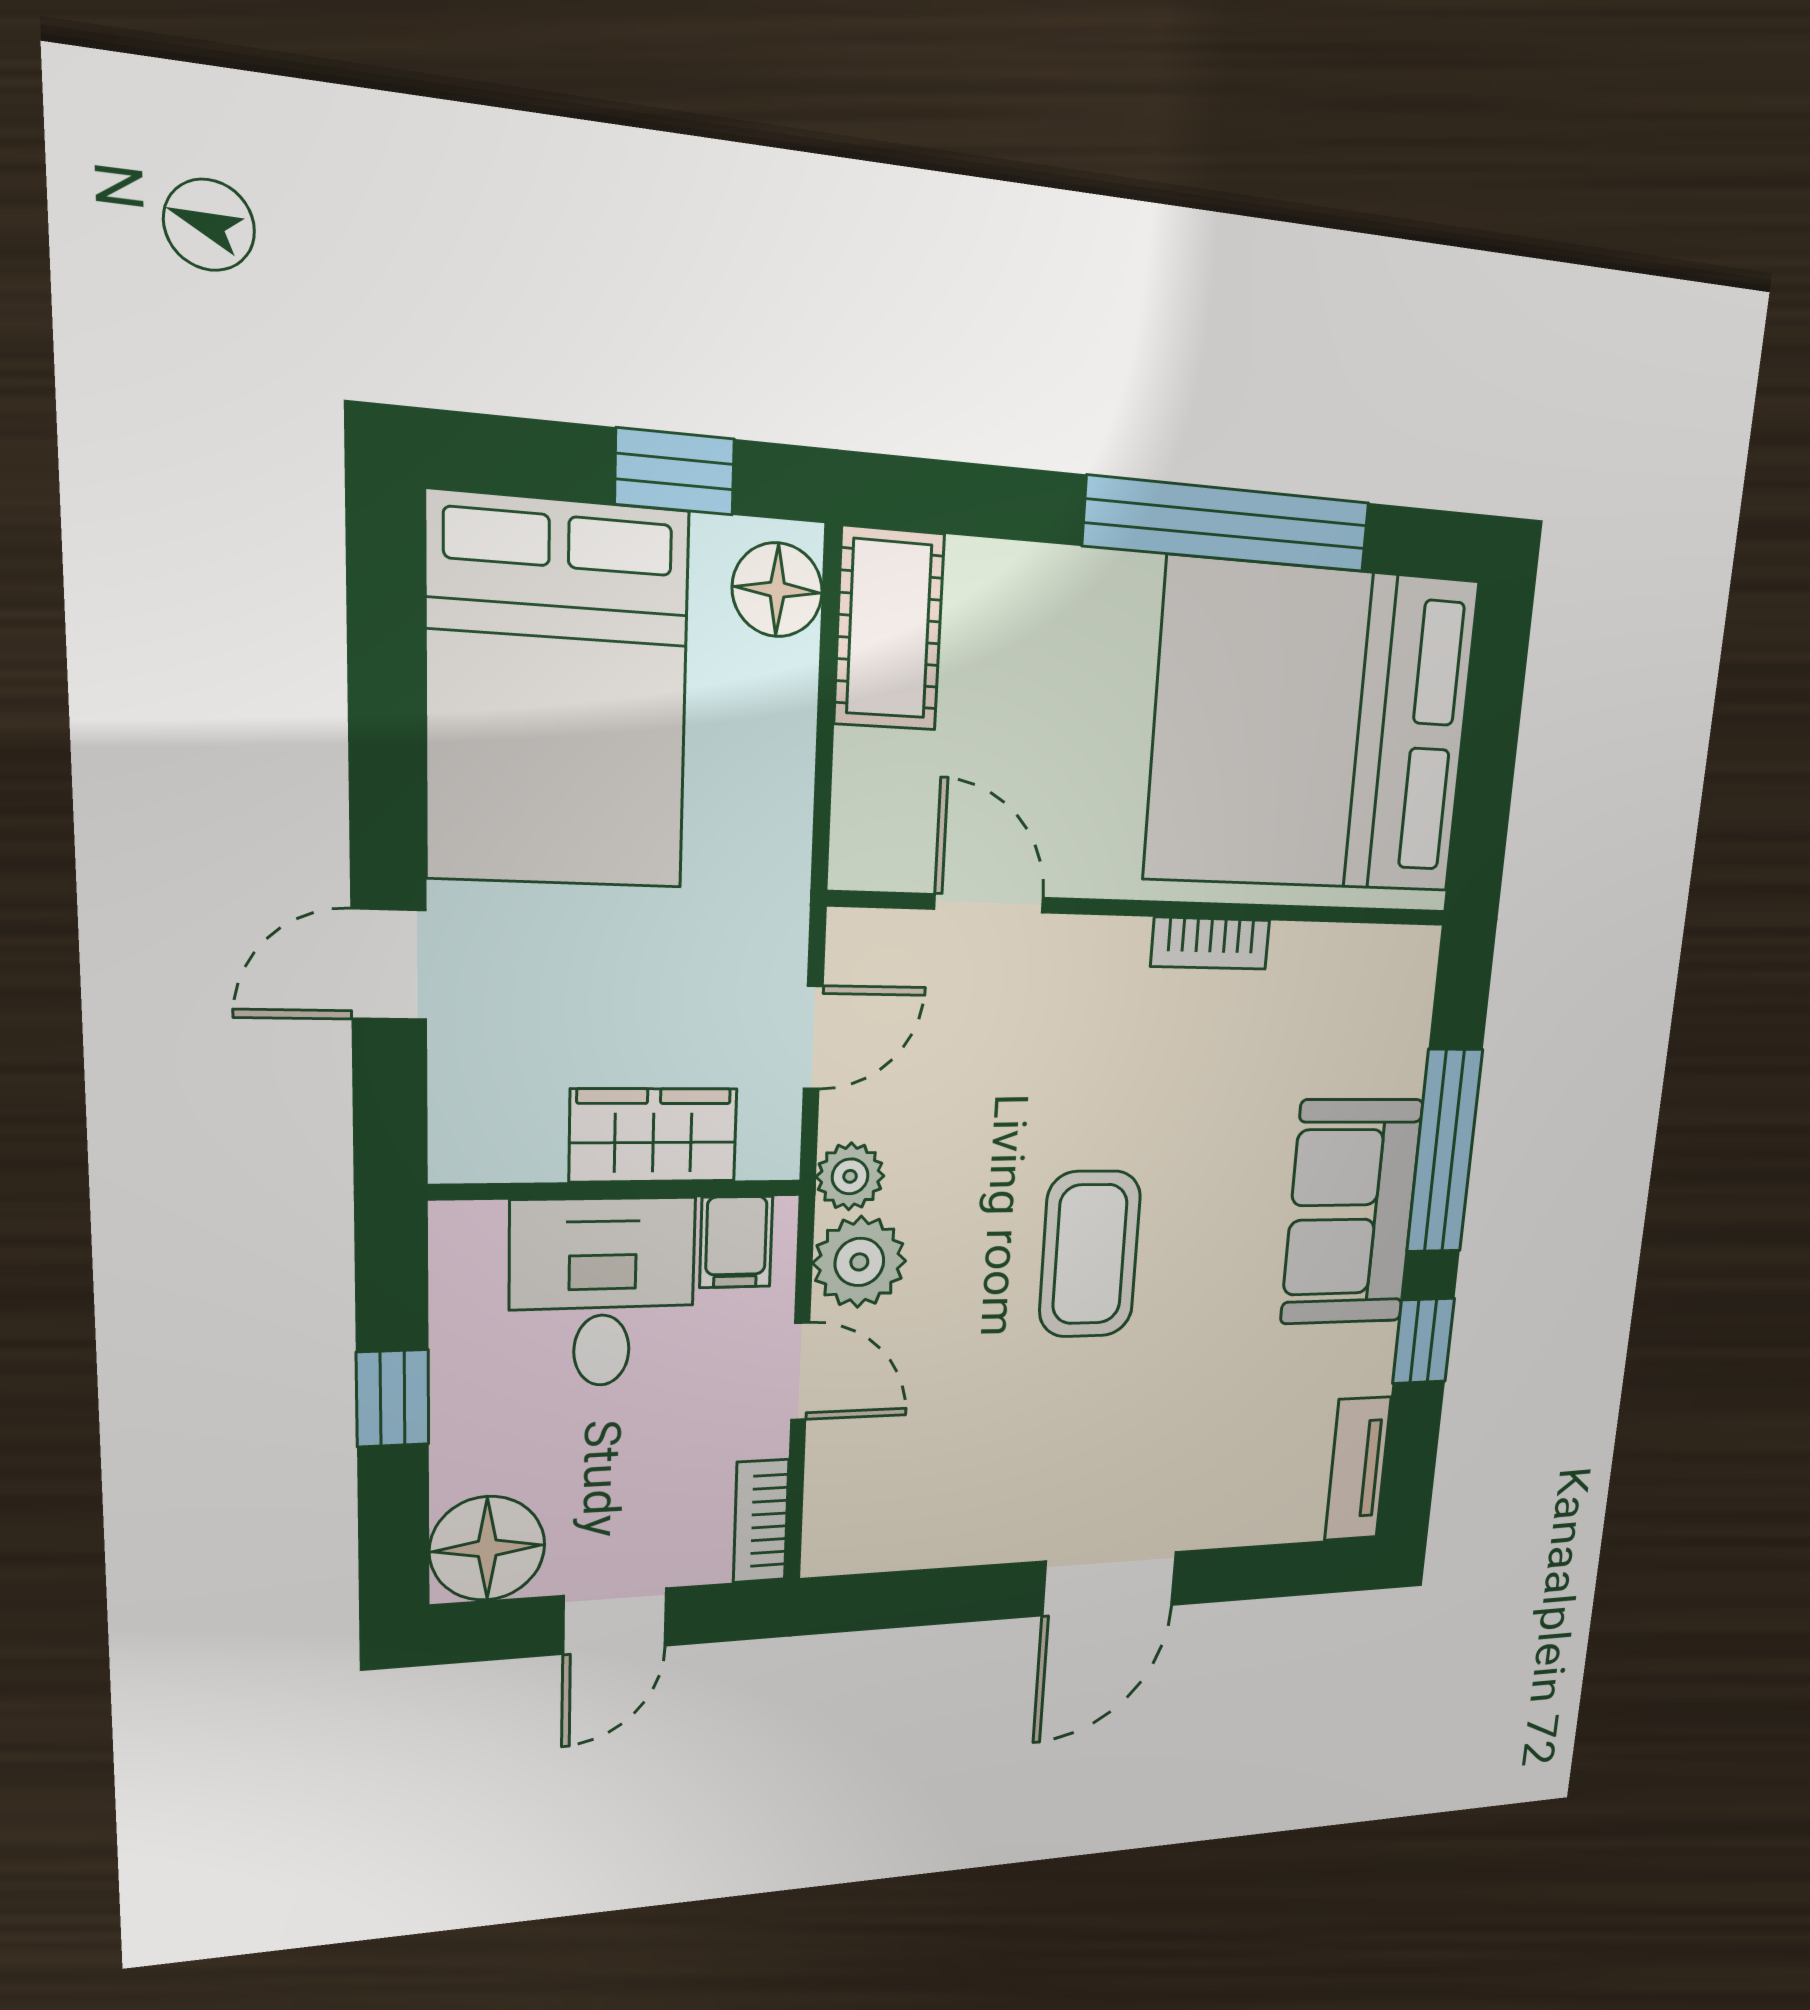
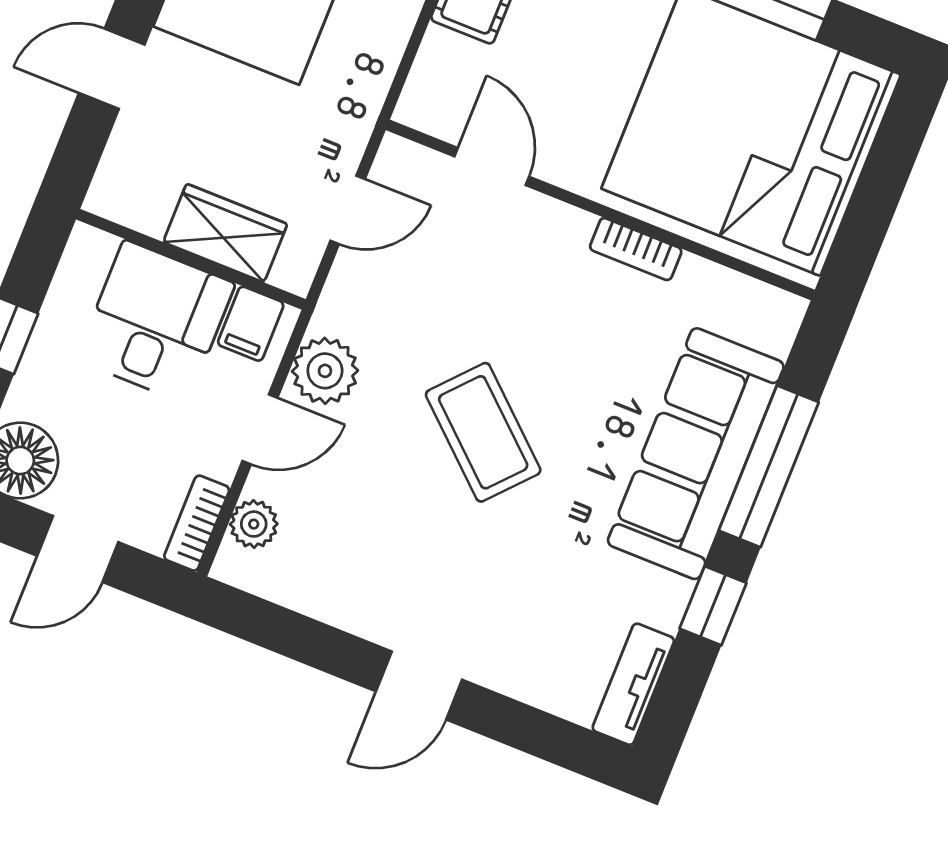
plant: (850, 1176) -> (254, 524), moved
sofa: (1351, 1212) -> (696, 454), width x1.36
coffee table: (1090, 1254) -> (483, 432), turned -48
door: (800, 1371) -> (260, 429), hinge flipped
door: (1109, 1583) -> (419, 685), width x0.73

